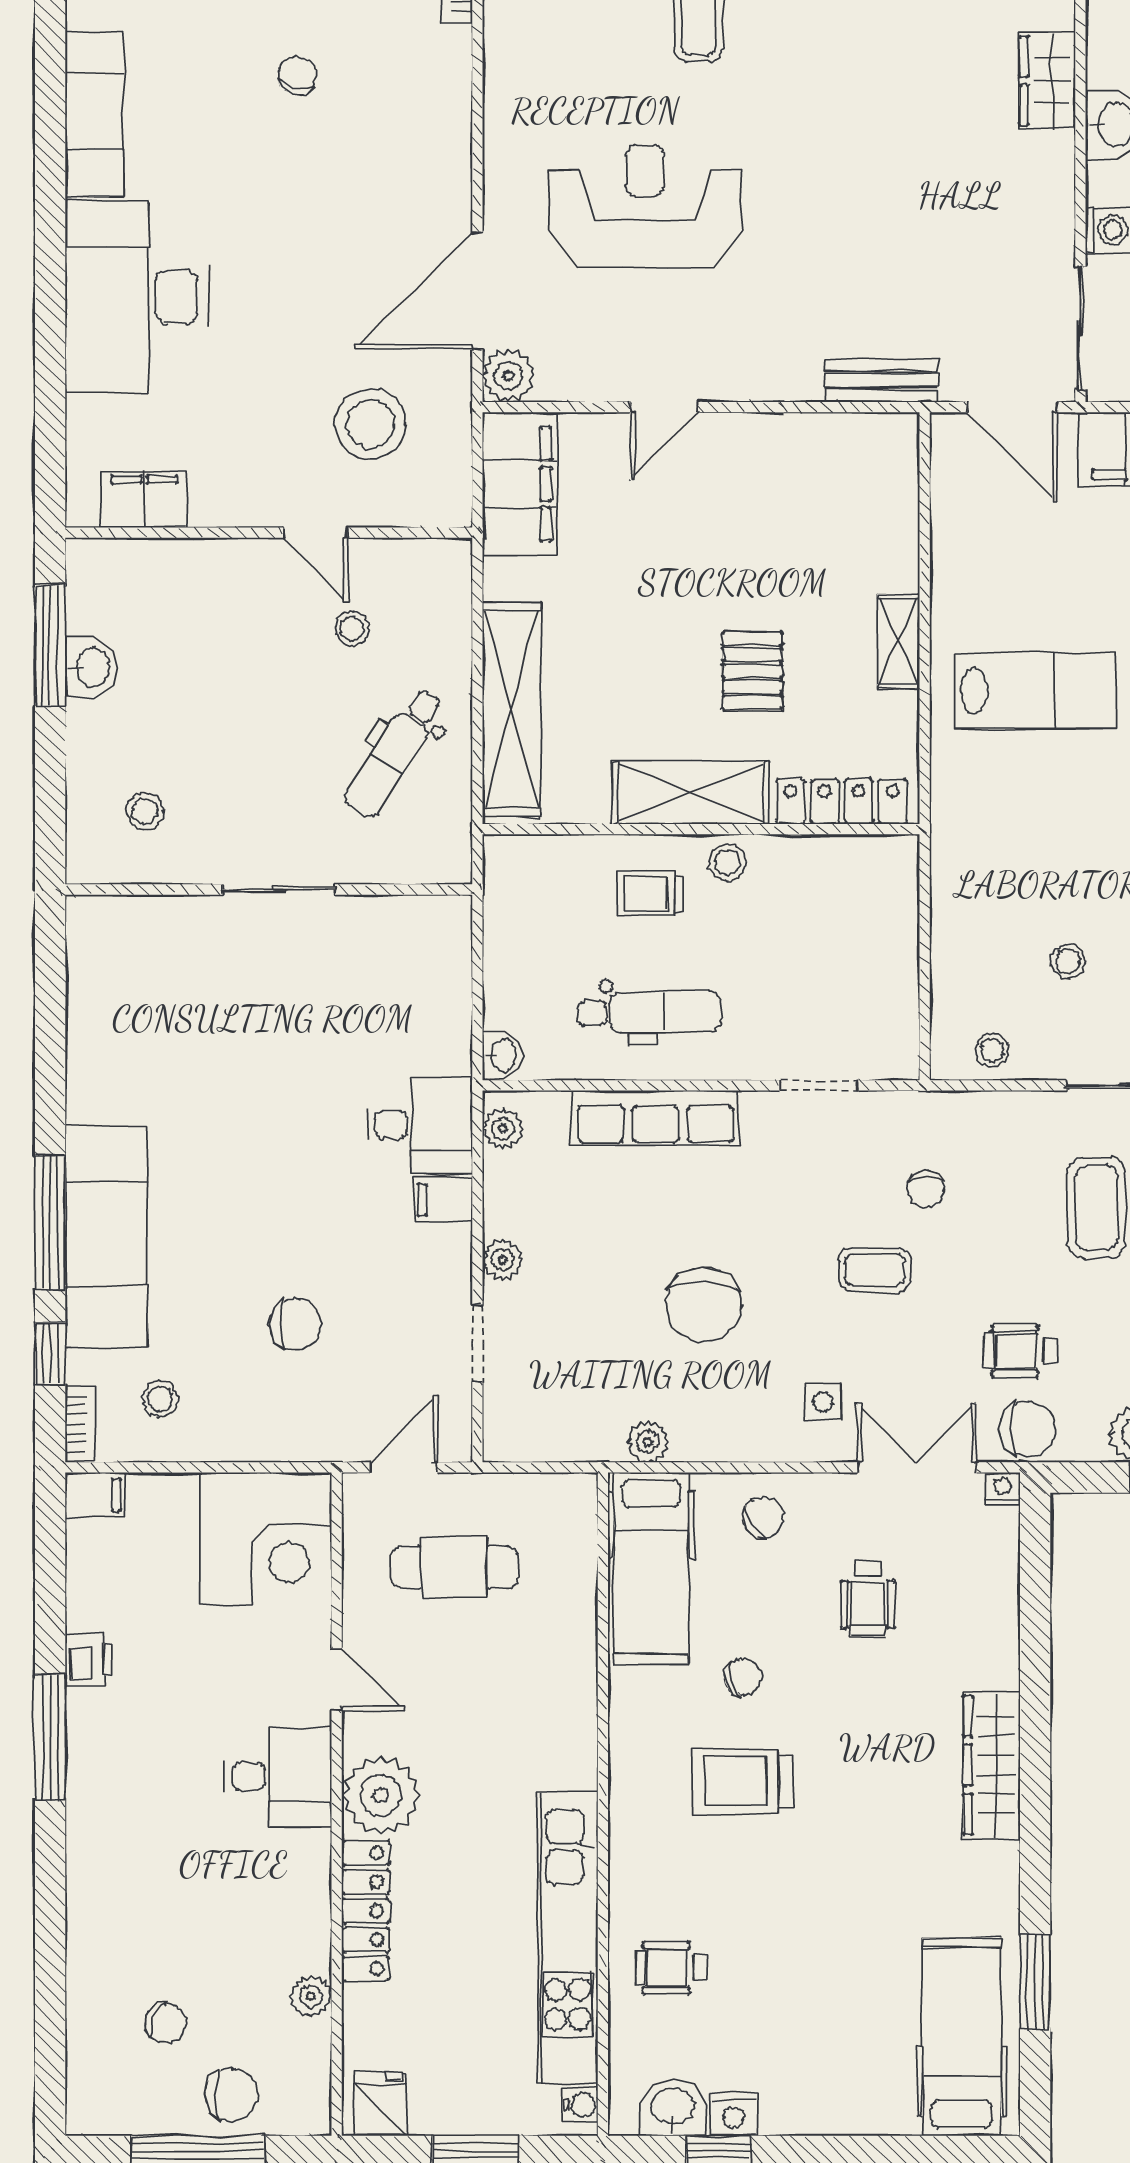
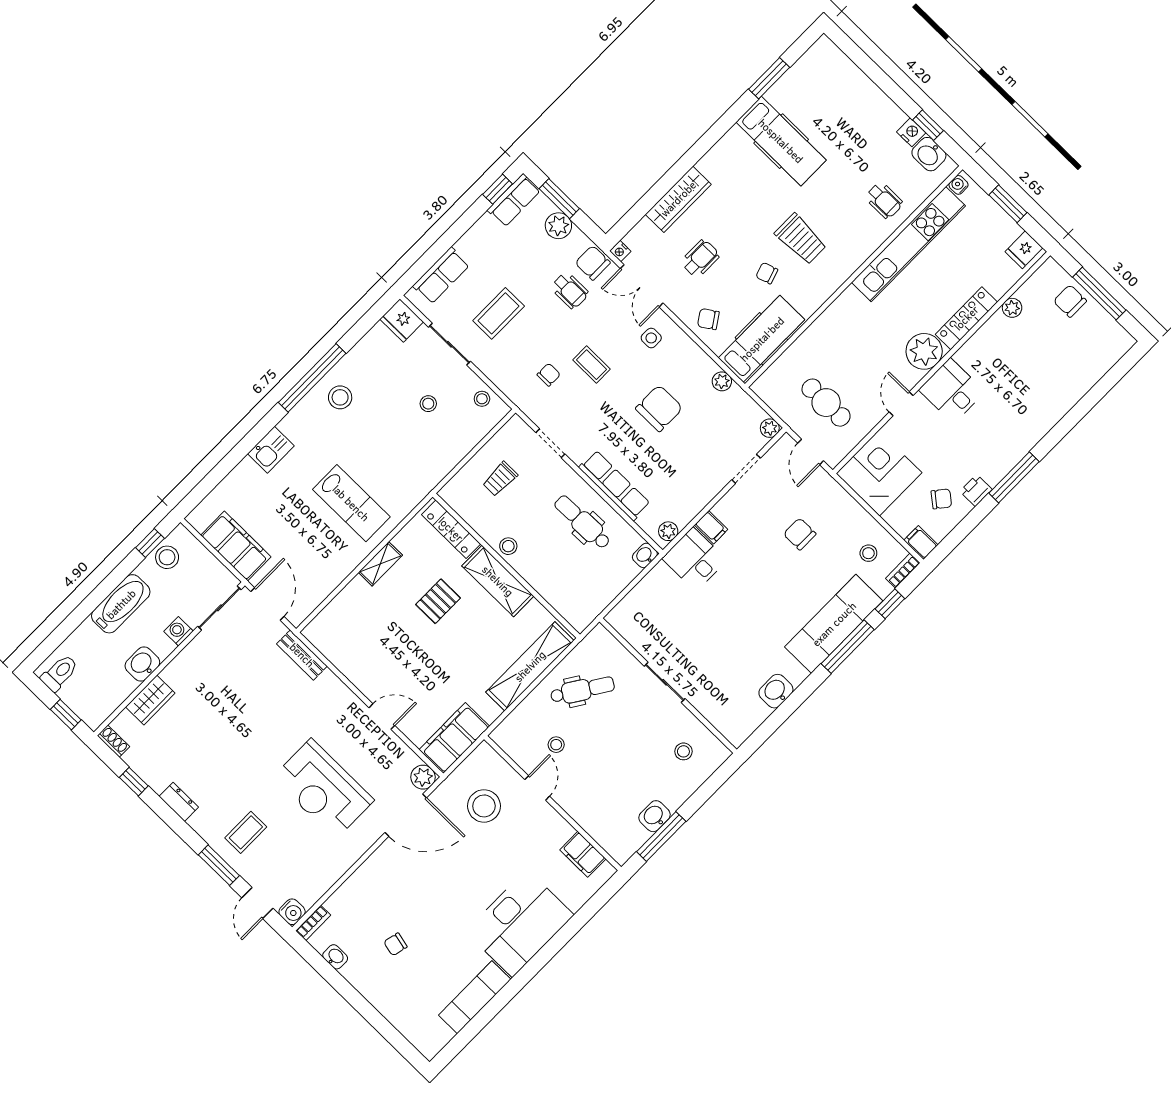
lab bench: (1035, 691) -> (351, 503), turned 180
trolley: (650, 894) -> (500, 479), moved, turned 90
washbasin: (94, 1045) -> (776, 691), added
plant: (503, 1260) -> (770, 428), moved
door: (403, 1467) -> (811, 452), hinge flipped
wardrobe: (992, 1765) -> (678, 199), moved
chair: (166, 2023) -> (941, 499), moved, turned 106
hospital bed: (962, 2037) -> (781, 141), moved, turned -90

